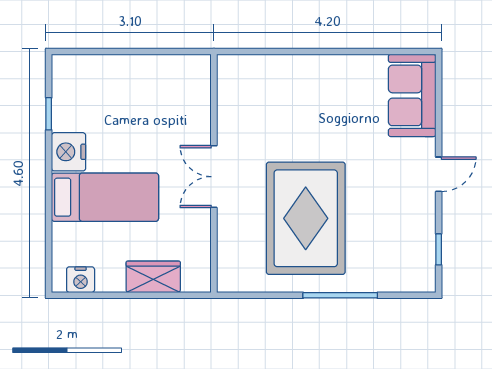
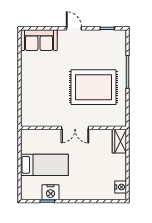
nightstand: (69, 152) -> (51, 192), moved
bed: (105, 197) -> (44, 165), moved, turned 90
wardrobe: (153, 277) -> (119, 141), moved

